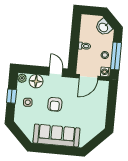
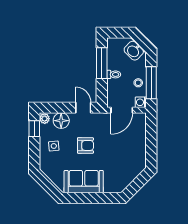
window: (75, 35) -> (102, 63), added
window: (12, 96) -> (34, 129), moved
armchair: (55, 104) -> (85, 145), turned -90
sofa: (56, 136) -> (84, 182), width x0.73

